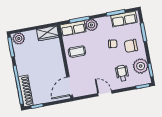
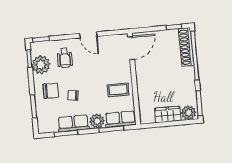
row of seats: (124, 19) -> (73, 123), moved
wardrobe: (48, 33) -> (168, 114), moved

